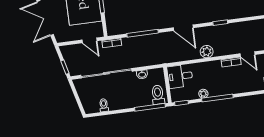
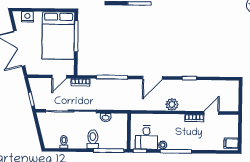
door: (183, 28) -> (153, 78), hinge flipped
door: (90, 40) -> (59, 77), hinge flipped
door: (248, 54) -> (211, 113), swing flipped
desk: (180, 76) -> (146, 137), moved, turned -90
toilet: (158, 95) -> (93, 139), moved

